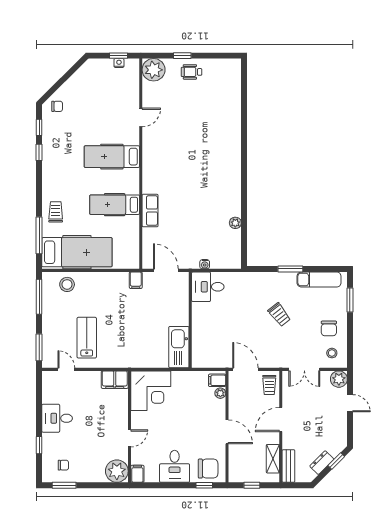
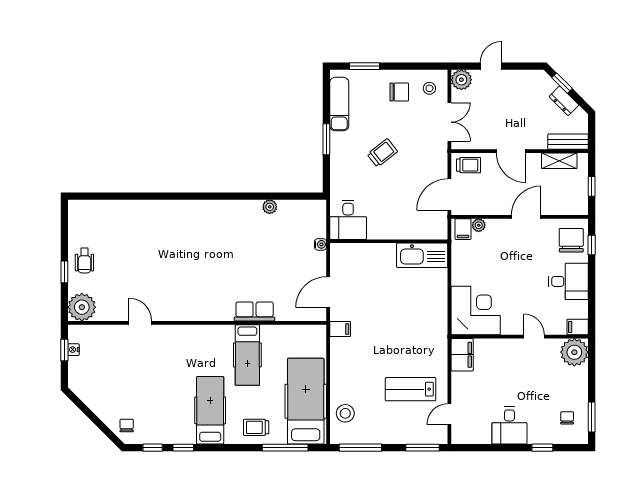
hospital bed: (112, 157) -> (210, 410), moved, turned 180
desk: (208, 287) -> (348, 220), moved
wall: (190, 320) -> (389, 241), moved
kitchen sink: (179, 347) -> (422, 255), moved

